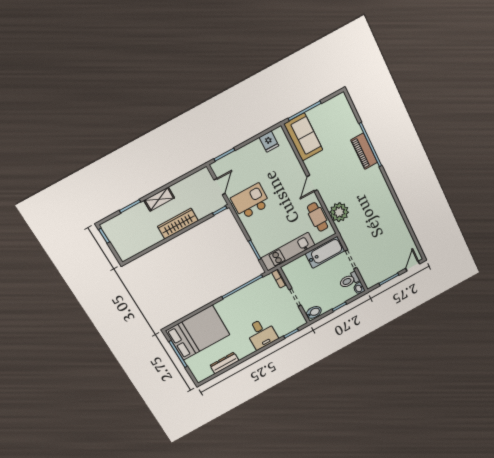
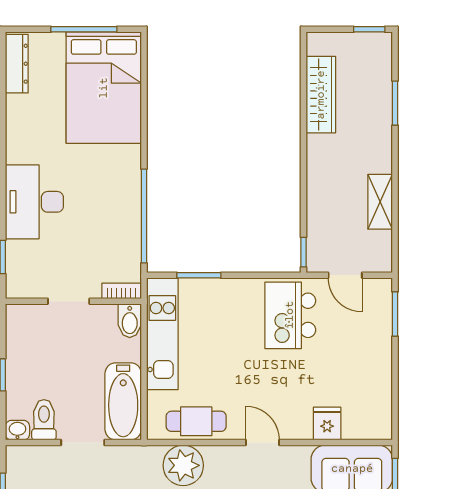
fridge: (269, 142) -> (327, 424), moved, turned 90
shelving: (159, 199) -> (380, 202), moved
kitchen island: (251, 201) -> (290, 315), turned 180
wardrobe: (178, 224) -> (321, 95), moved
bidet: (314, 312) -> (130, 321), moved
desk: (261, 334) -> (34, 202), width x1.37
dresser: (224, 363) -> (17, 64), moved

